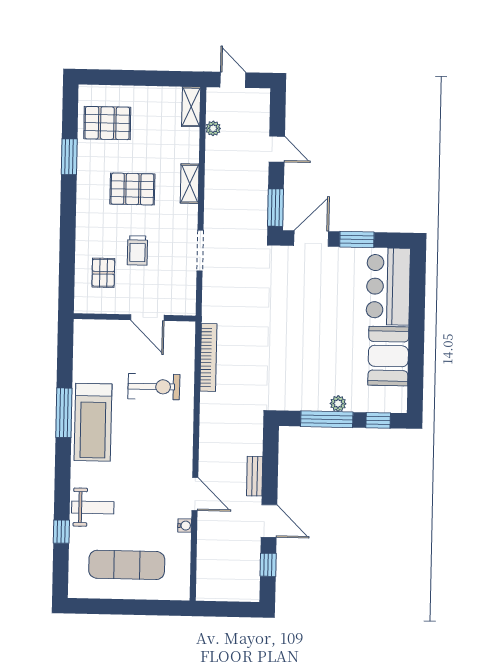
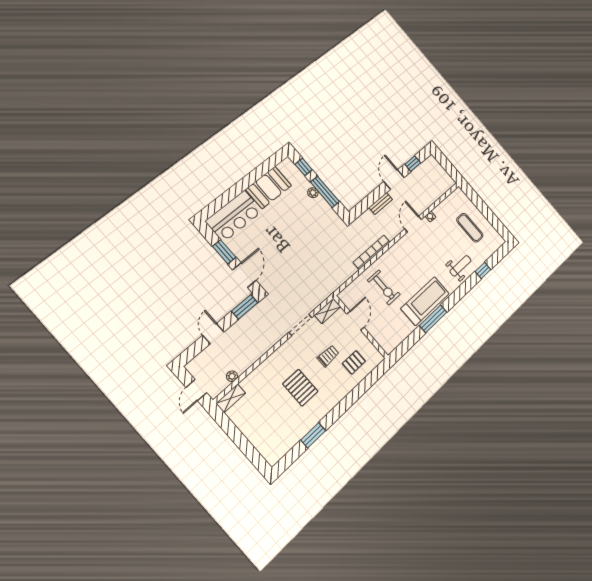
pallet: (107, 123) -> (278, 433), removed
shelving: (190, 184) -> (328, 311), moved
door: (311, 239) -> (244, 275), swing flipped
bookcase: (208, 357) -> (372, 252), moved
exercise bike: (154, 387) -> (384, 287), turned 180
weight bench: (93, 507) -> (460, 266), turned 90
exercise mat: (127, 565) -> (470, 228), width x0.73, depth x0.69

